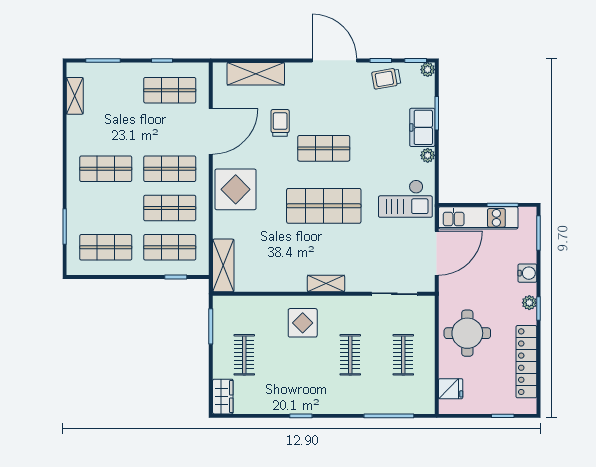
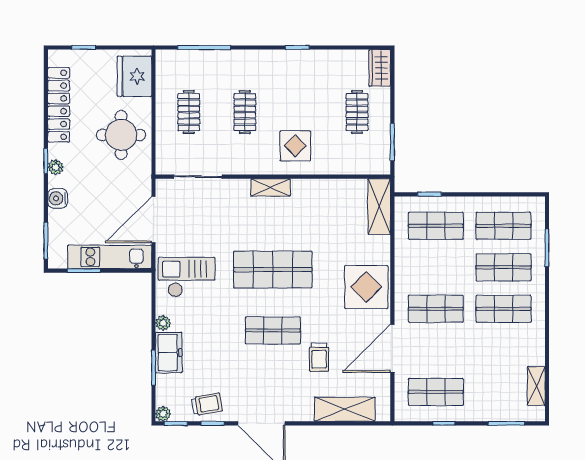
shop shelf: (170, 208) -> (503, 267), moved
fridge: (451, 389) -> (134, 76), width x1.88, depth x1.34

